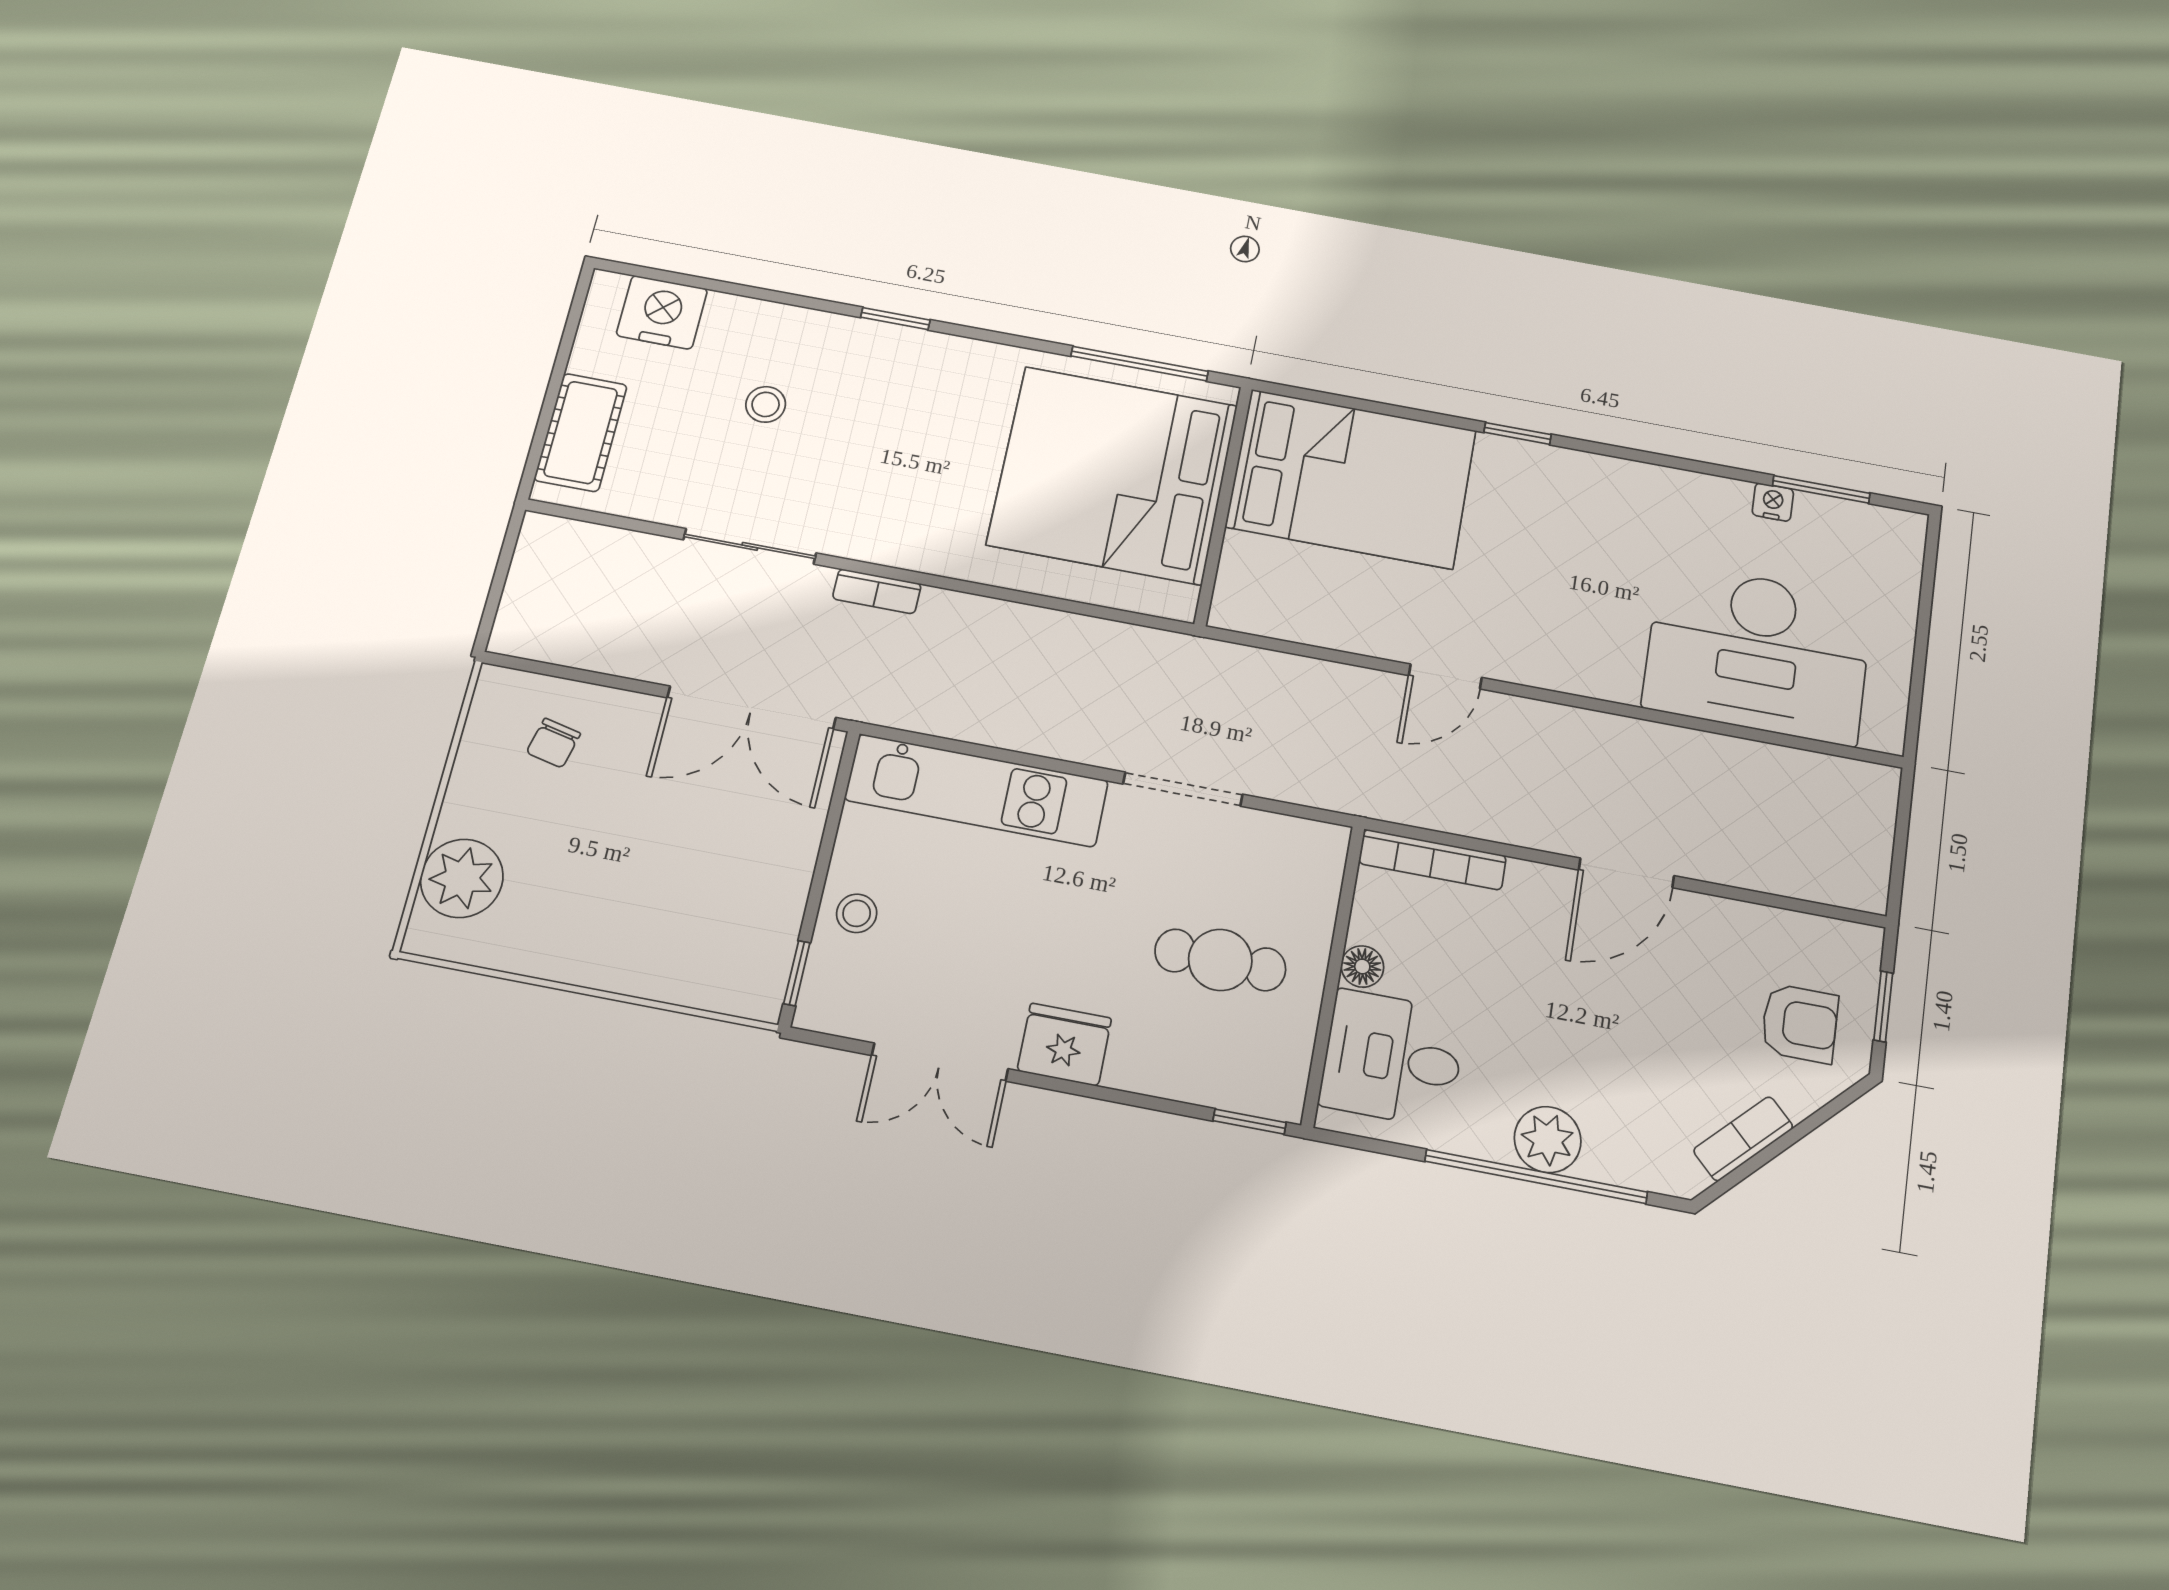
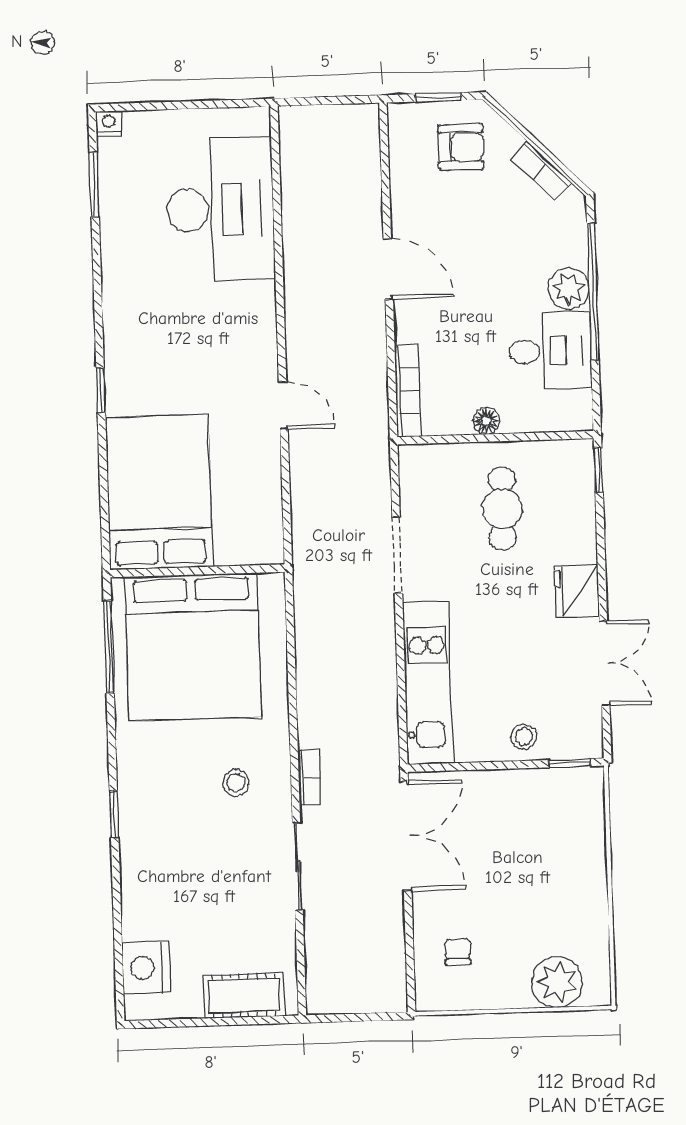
stool: (766, 404) -> (236, 783), moved
nightstand: (1773, 502) -> (109, 123), moved, turned 90
chair: (553, 743) -> (458, 952), turned -103
armchair: (1800, 1023) -> (461, 147), turned 90
desk: (1393, 1058) -> (550, 351), moved, turned -90

